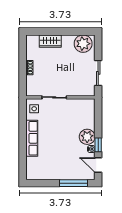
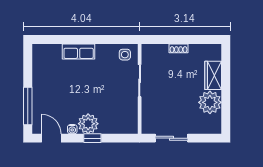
plant: (83, 44) -> (210, 102), moved
row of seats: (32, 138) -> (79, 51), width x0.68
window: (98, 145) -> (92, 138), moved
door: (98, 165) -> (51, 138), hinge flipped

